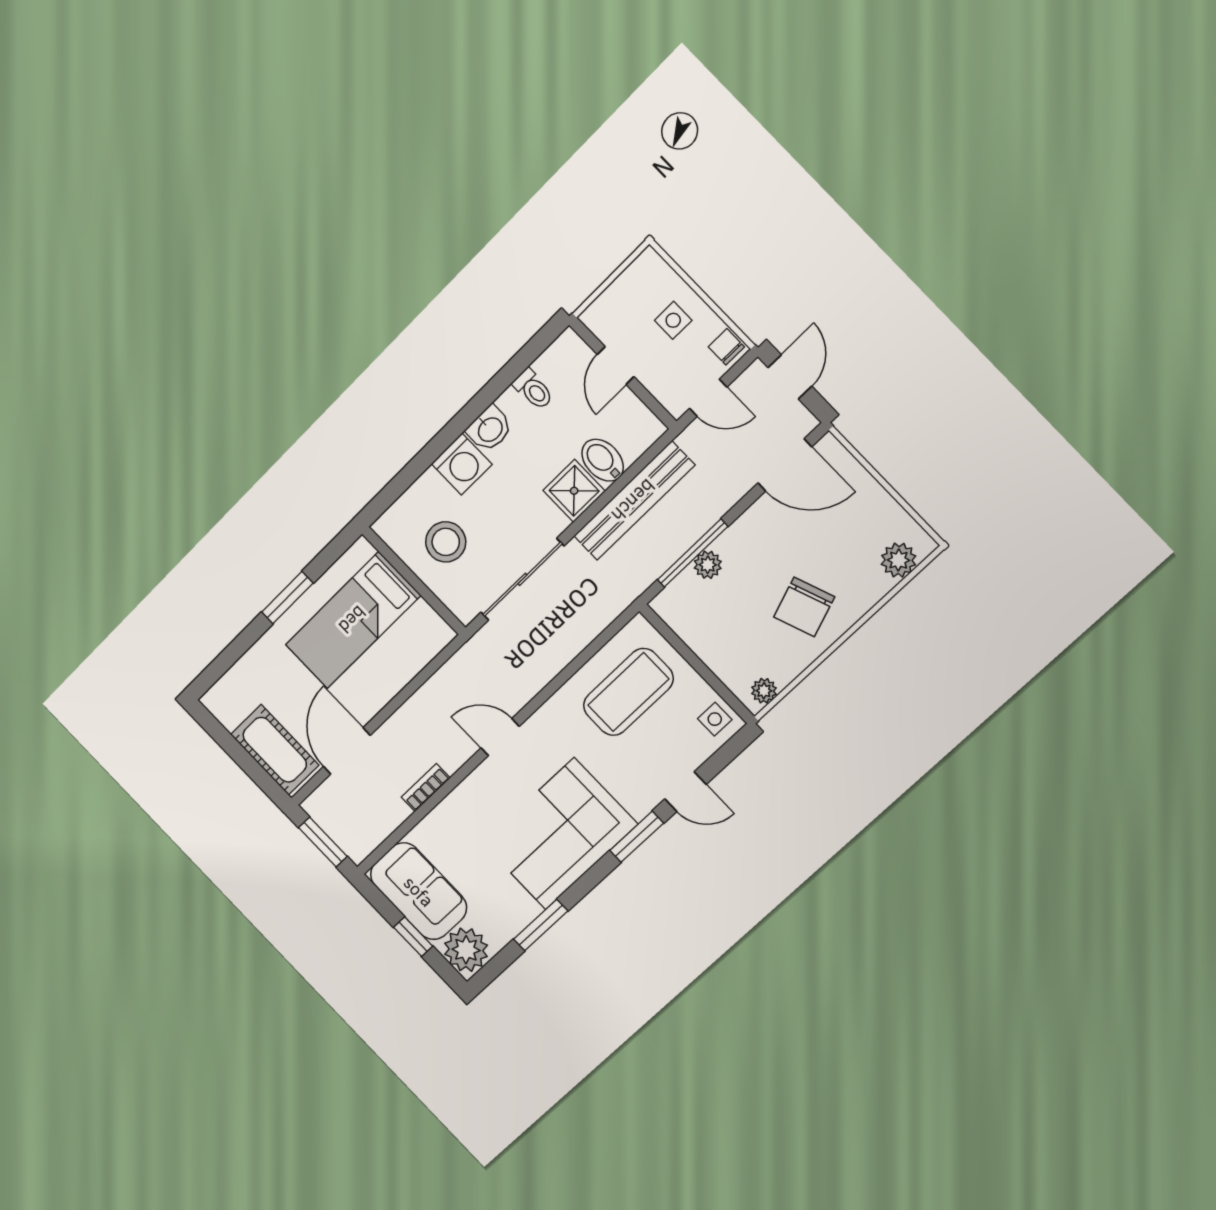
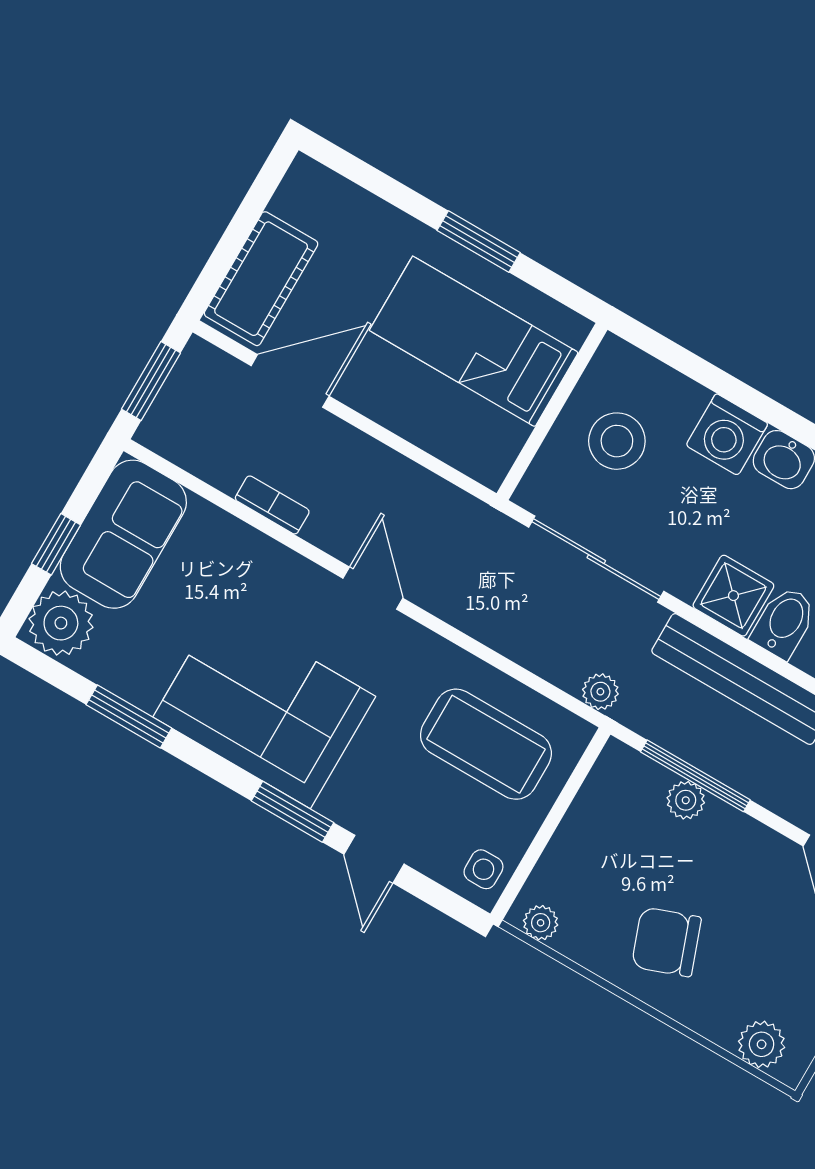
plant: (615, 603) -> (600, 692), added

